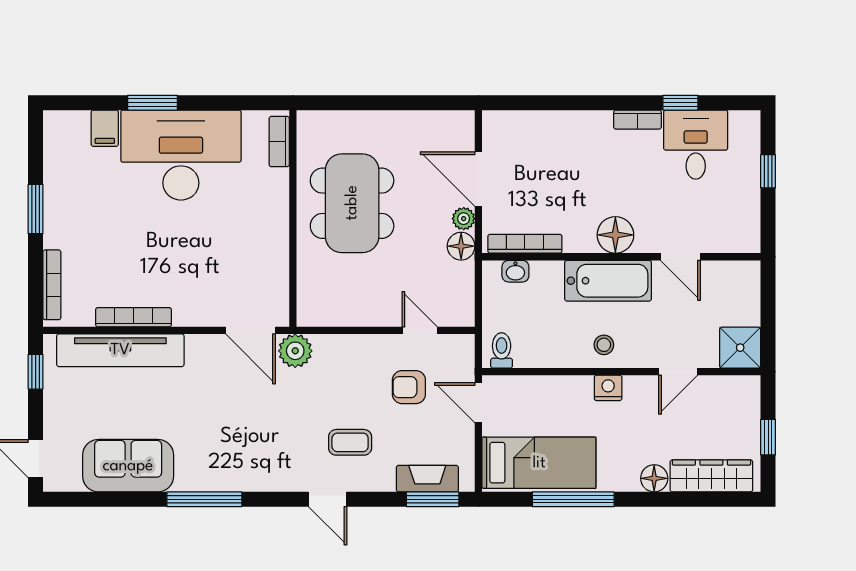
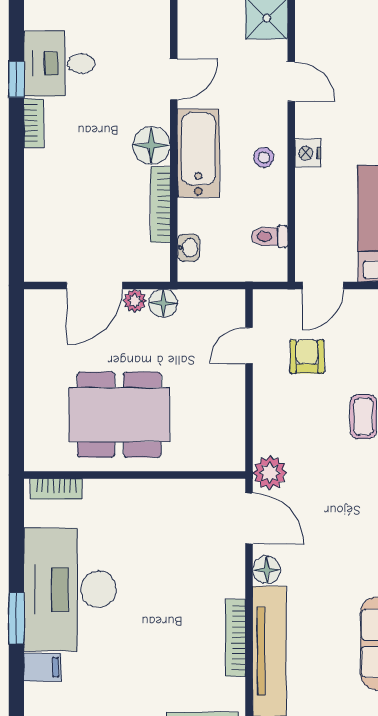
bookcase: (525, 244) -> (161, 204), moved
door: (250, 330) -> (249, 518), hinge flipped
floor lamp: (200, 348) -> (267, 570), added
toilet: (502, 350) -> (270, 237), moved
armchair: (409, 387) -> (307, 357), turned 180

